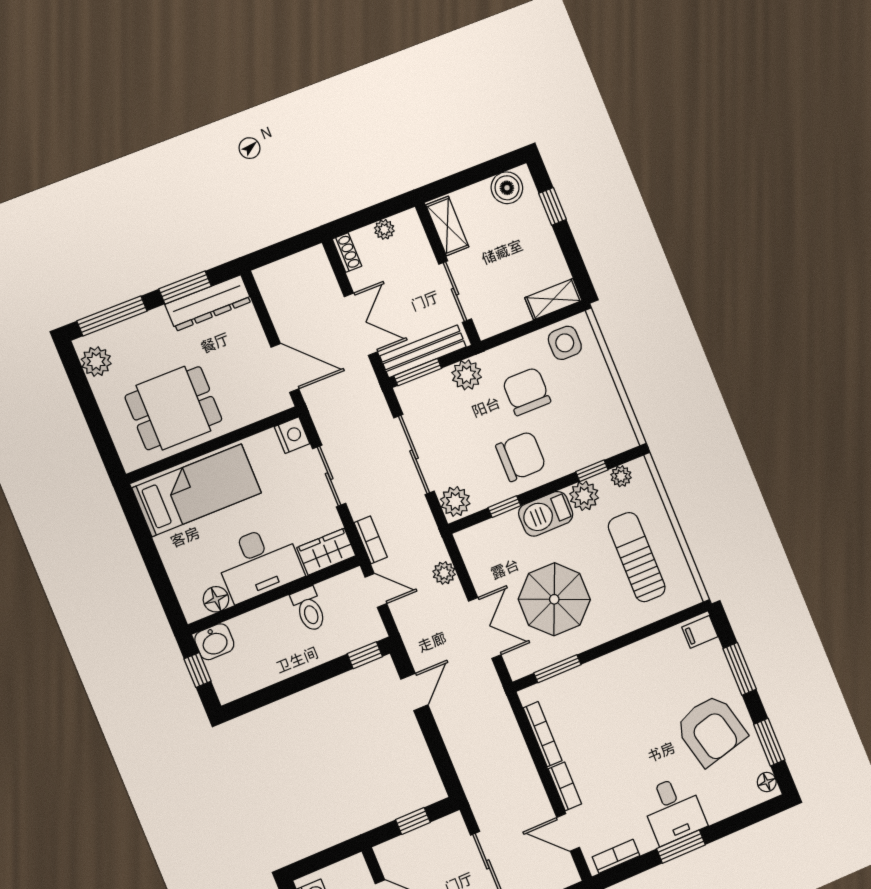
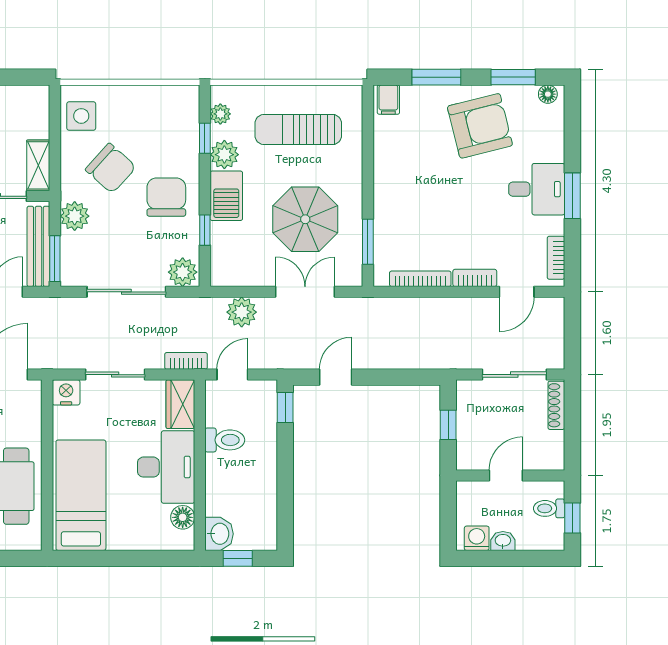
shelving: (553, 299) -> (38, 165), moved
chair: (527, 391) -> (111, 168), turned -138
plant: (444, 573) -> (242, 312), width x1.38, depth x1.38
door: (414, 692) -> (336, 377), hinge flipped

